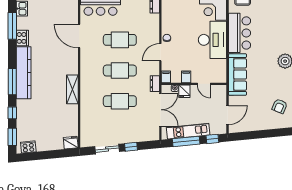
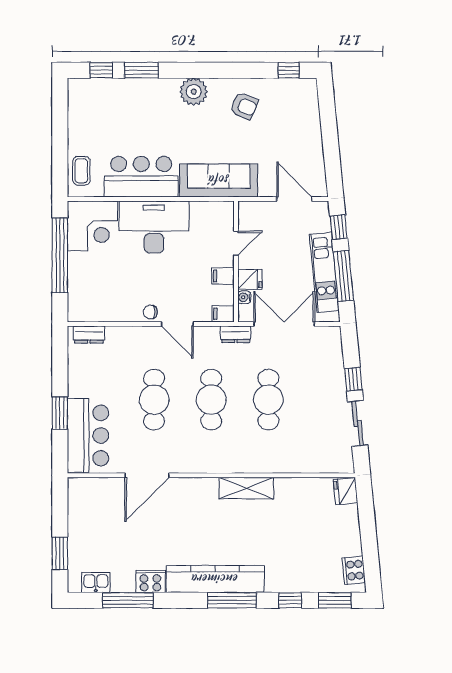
armchair: (280, 106) -> (244, 106), moved

